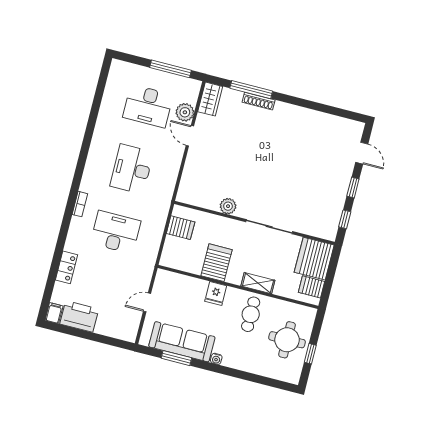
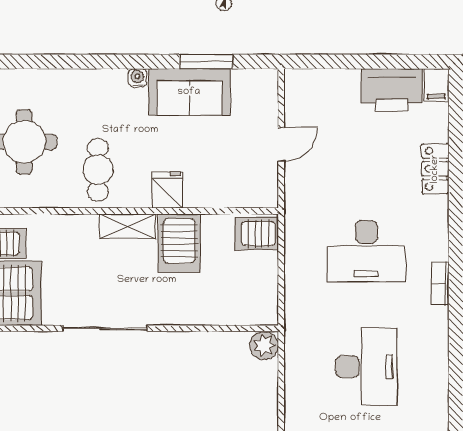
plant: (228, 206) -> (264, 345), moved
server rack: (181, 228) -> (257, 234), moved
shelving: (258, 283) -> (128, 226), moved
sofa: (182, 342) -> (189, 92), width x0.73

